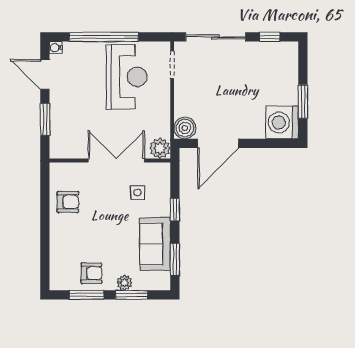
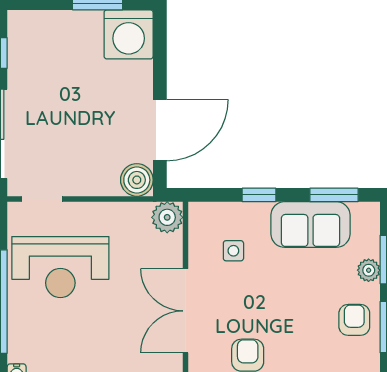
reception desk: (127, 77) -> (60, 267), turned 180
door: (218, 143) -> (160, 130), hinge flipped
double door: (116, 160) -> (186, 311), moved

